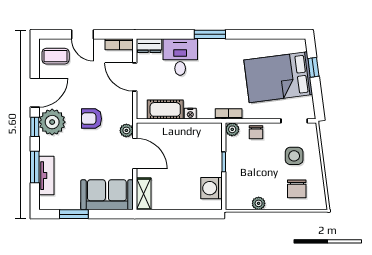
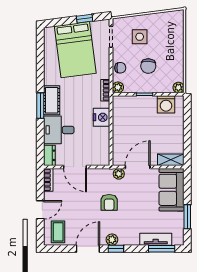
window: (313, 67) -> (85, 19), moved
door: (135, 77) -> (75, 167), hinge flipped
door: (35, 93) -> (88, 249), hinge flipped
cot: (165, 109) -> (52, 100), moved
nightstand: (190, 114) -> (101, 117), width x1.89, depth x1.79
plant: (52, 122) -> (112, 240), width x0.53, depth x0.53
window: (35, 167) -> (162, 249), moved
chair: (297, 189) -> (148, 66), moved, turned 93
plant: (259, 203) -> (178, 87), moved

